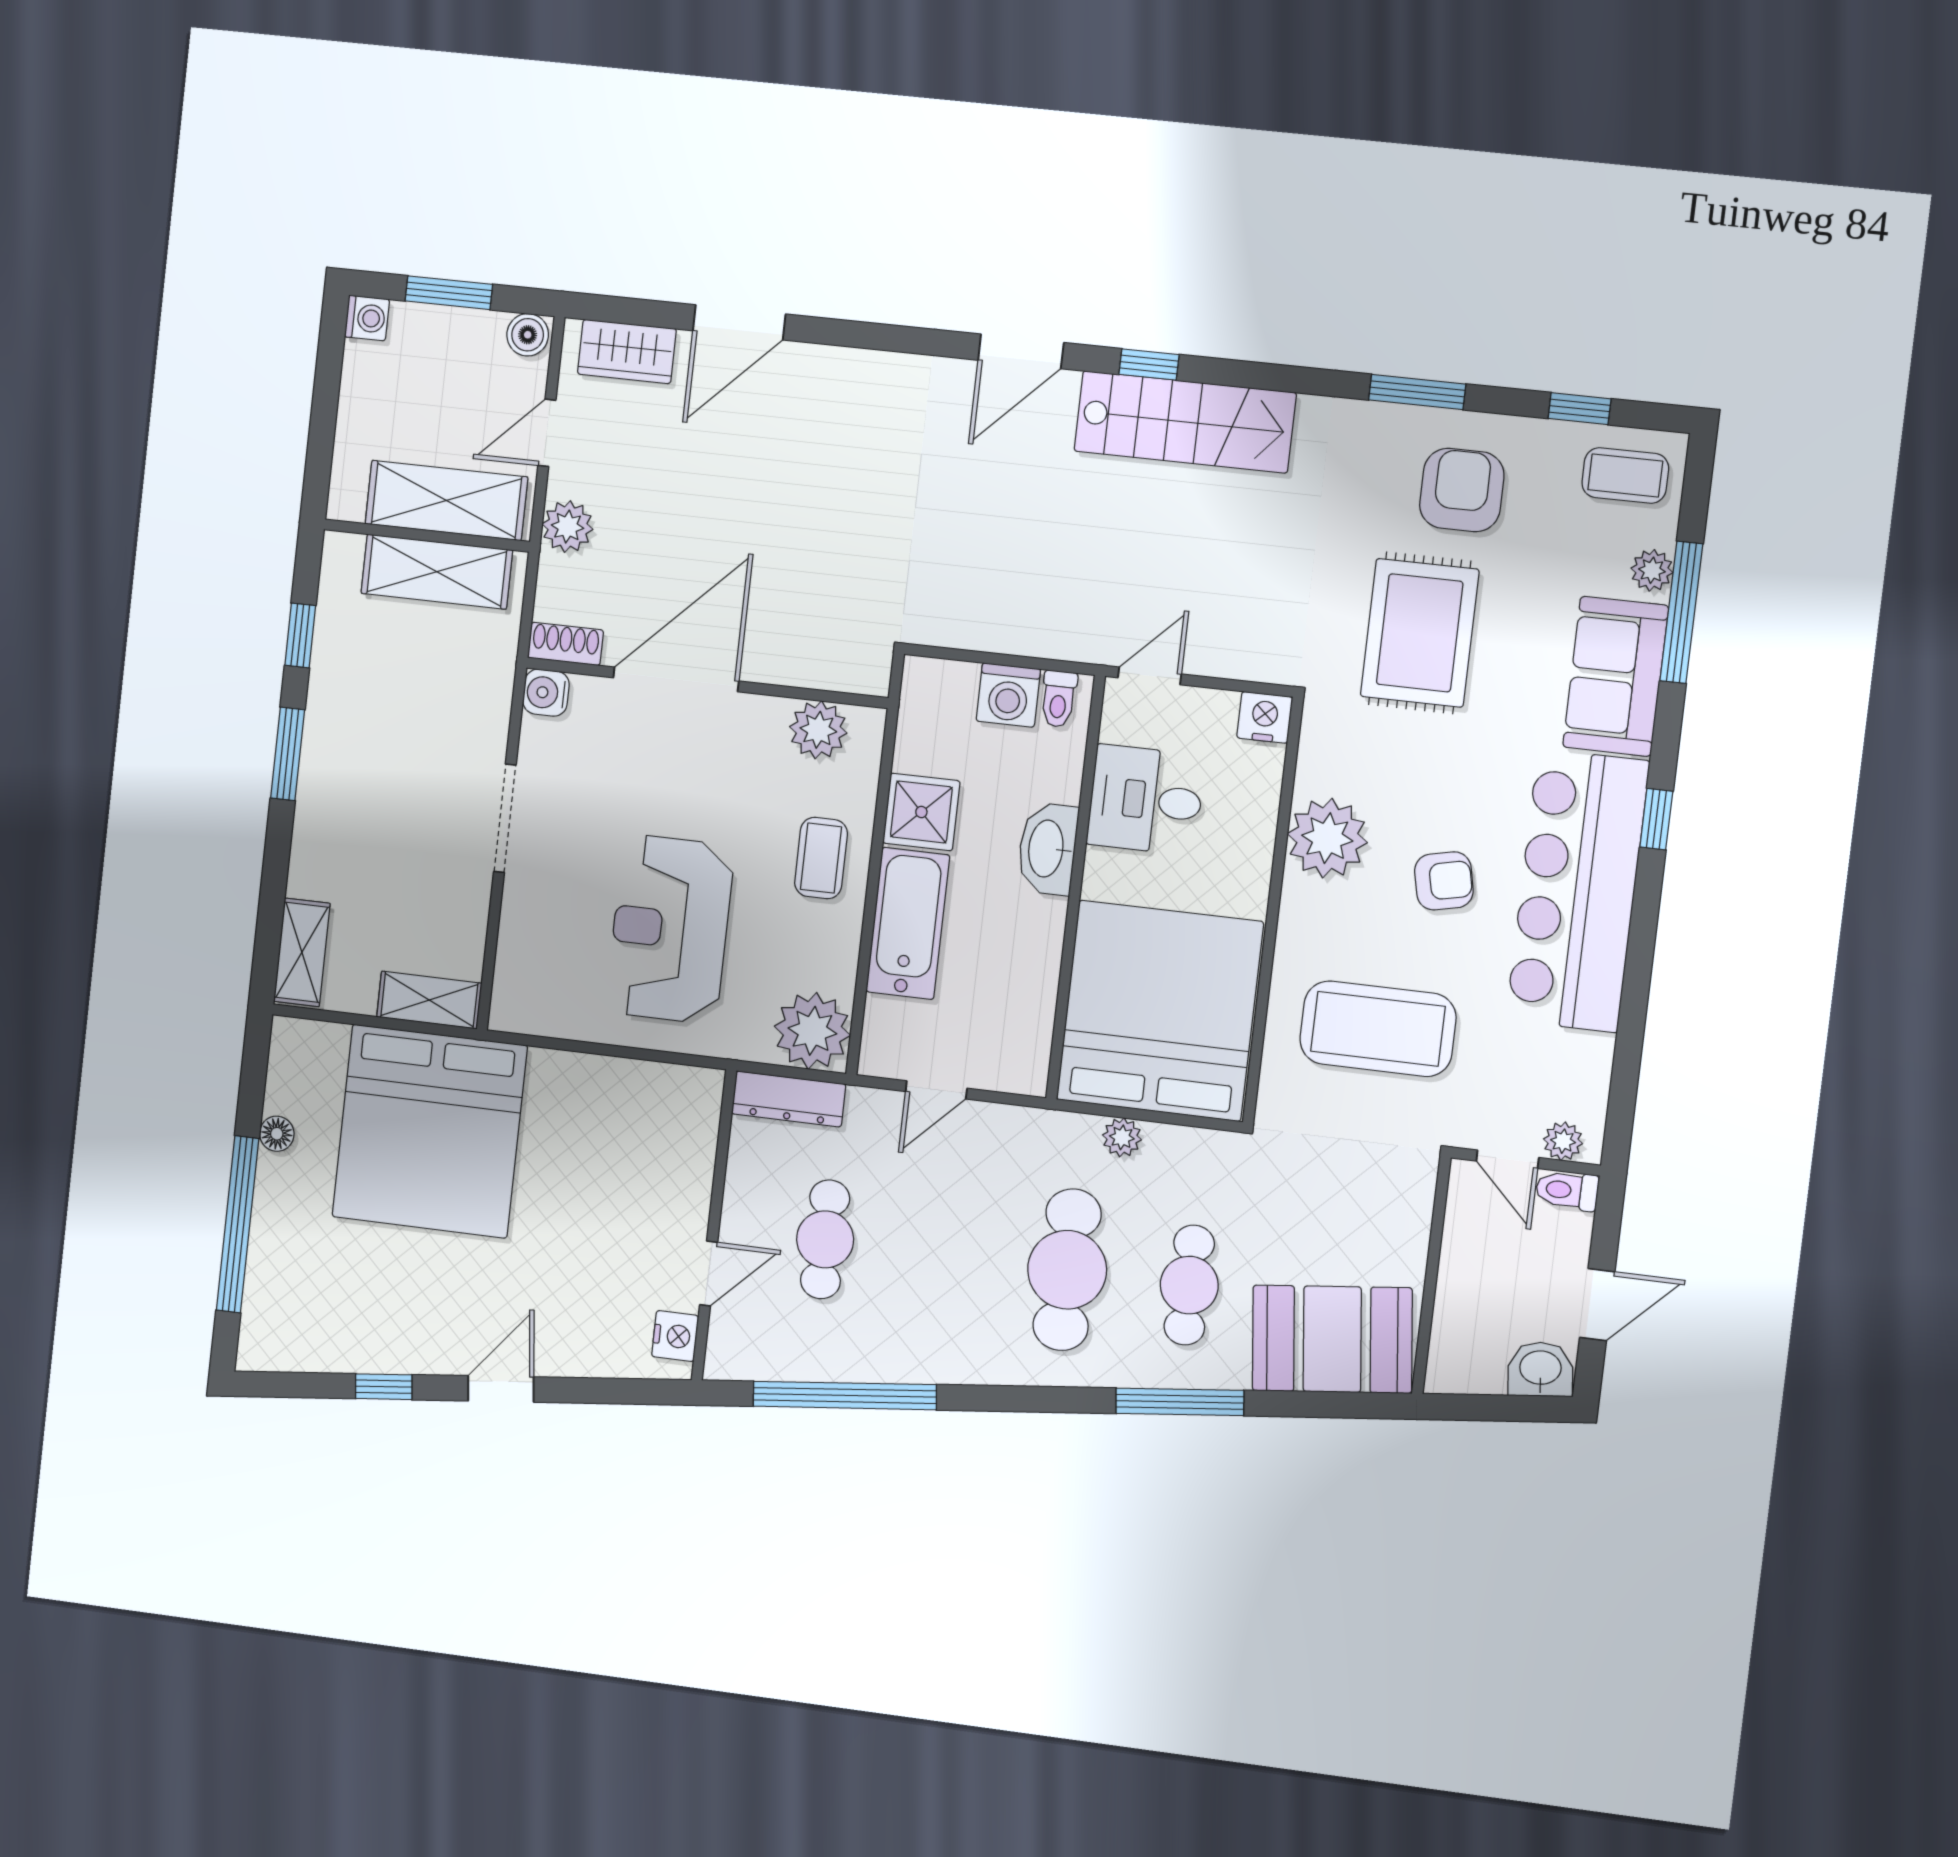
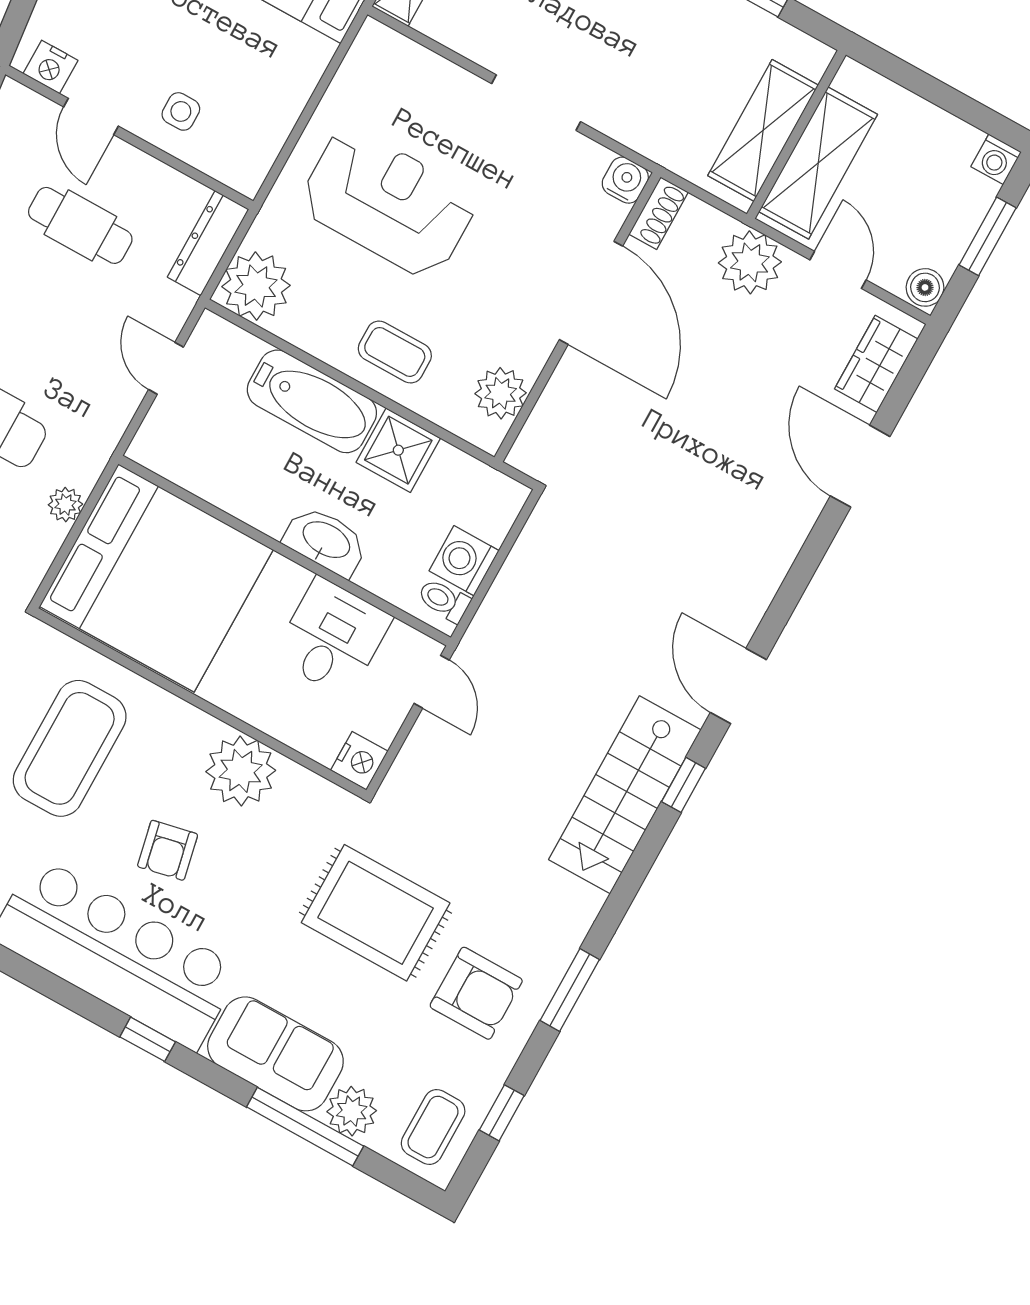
plant: (568, 527) -> (750, 262), width x1.36, depth x1.36
plant: (1652, 570) -> (352, 1111), width x1.38, depth x1.38
side table: (665, 1183) -> (181, 111), added

